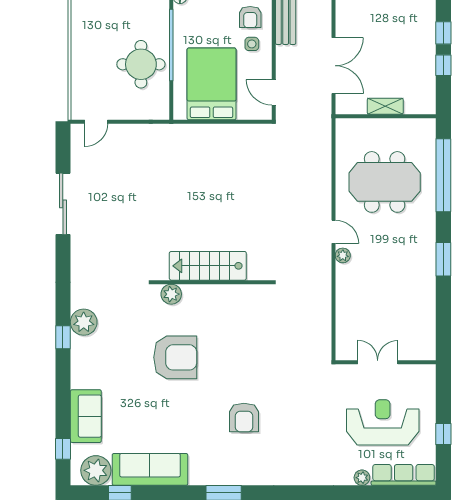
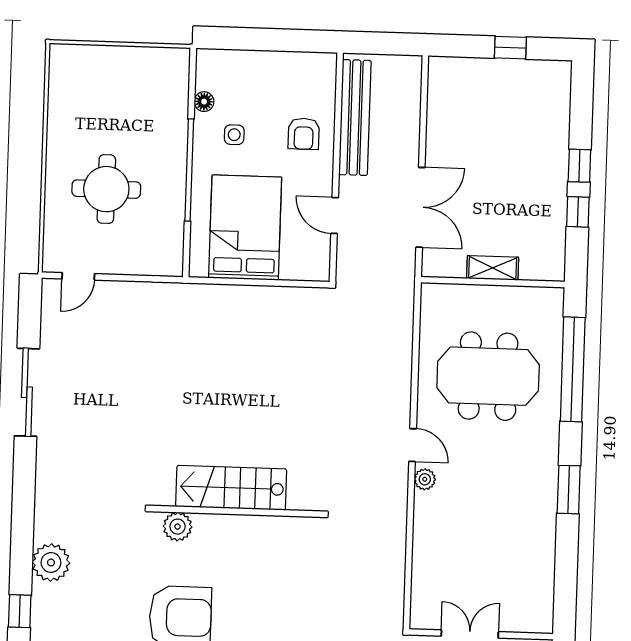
side table: (252, 44) -> (234, 135), moved
round table: (141, 64) -> (106, 189), moved
door: (274, 92) -> (335, 215), moved
window: (63, 337) -> (20, 611), moved

